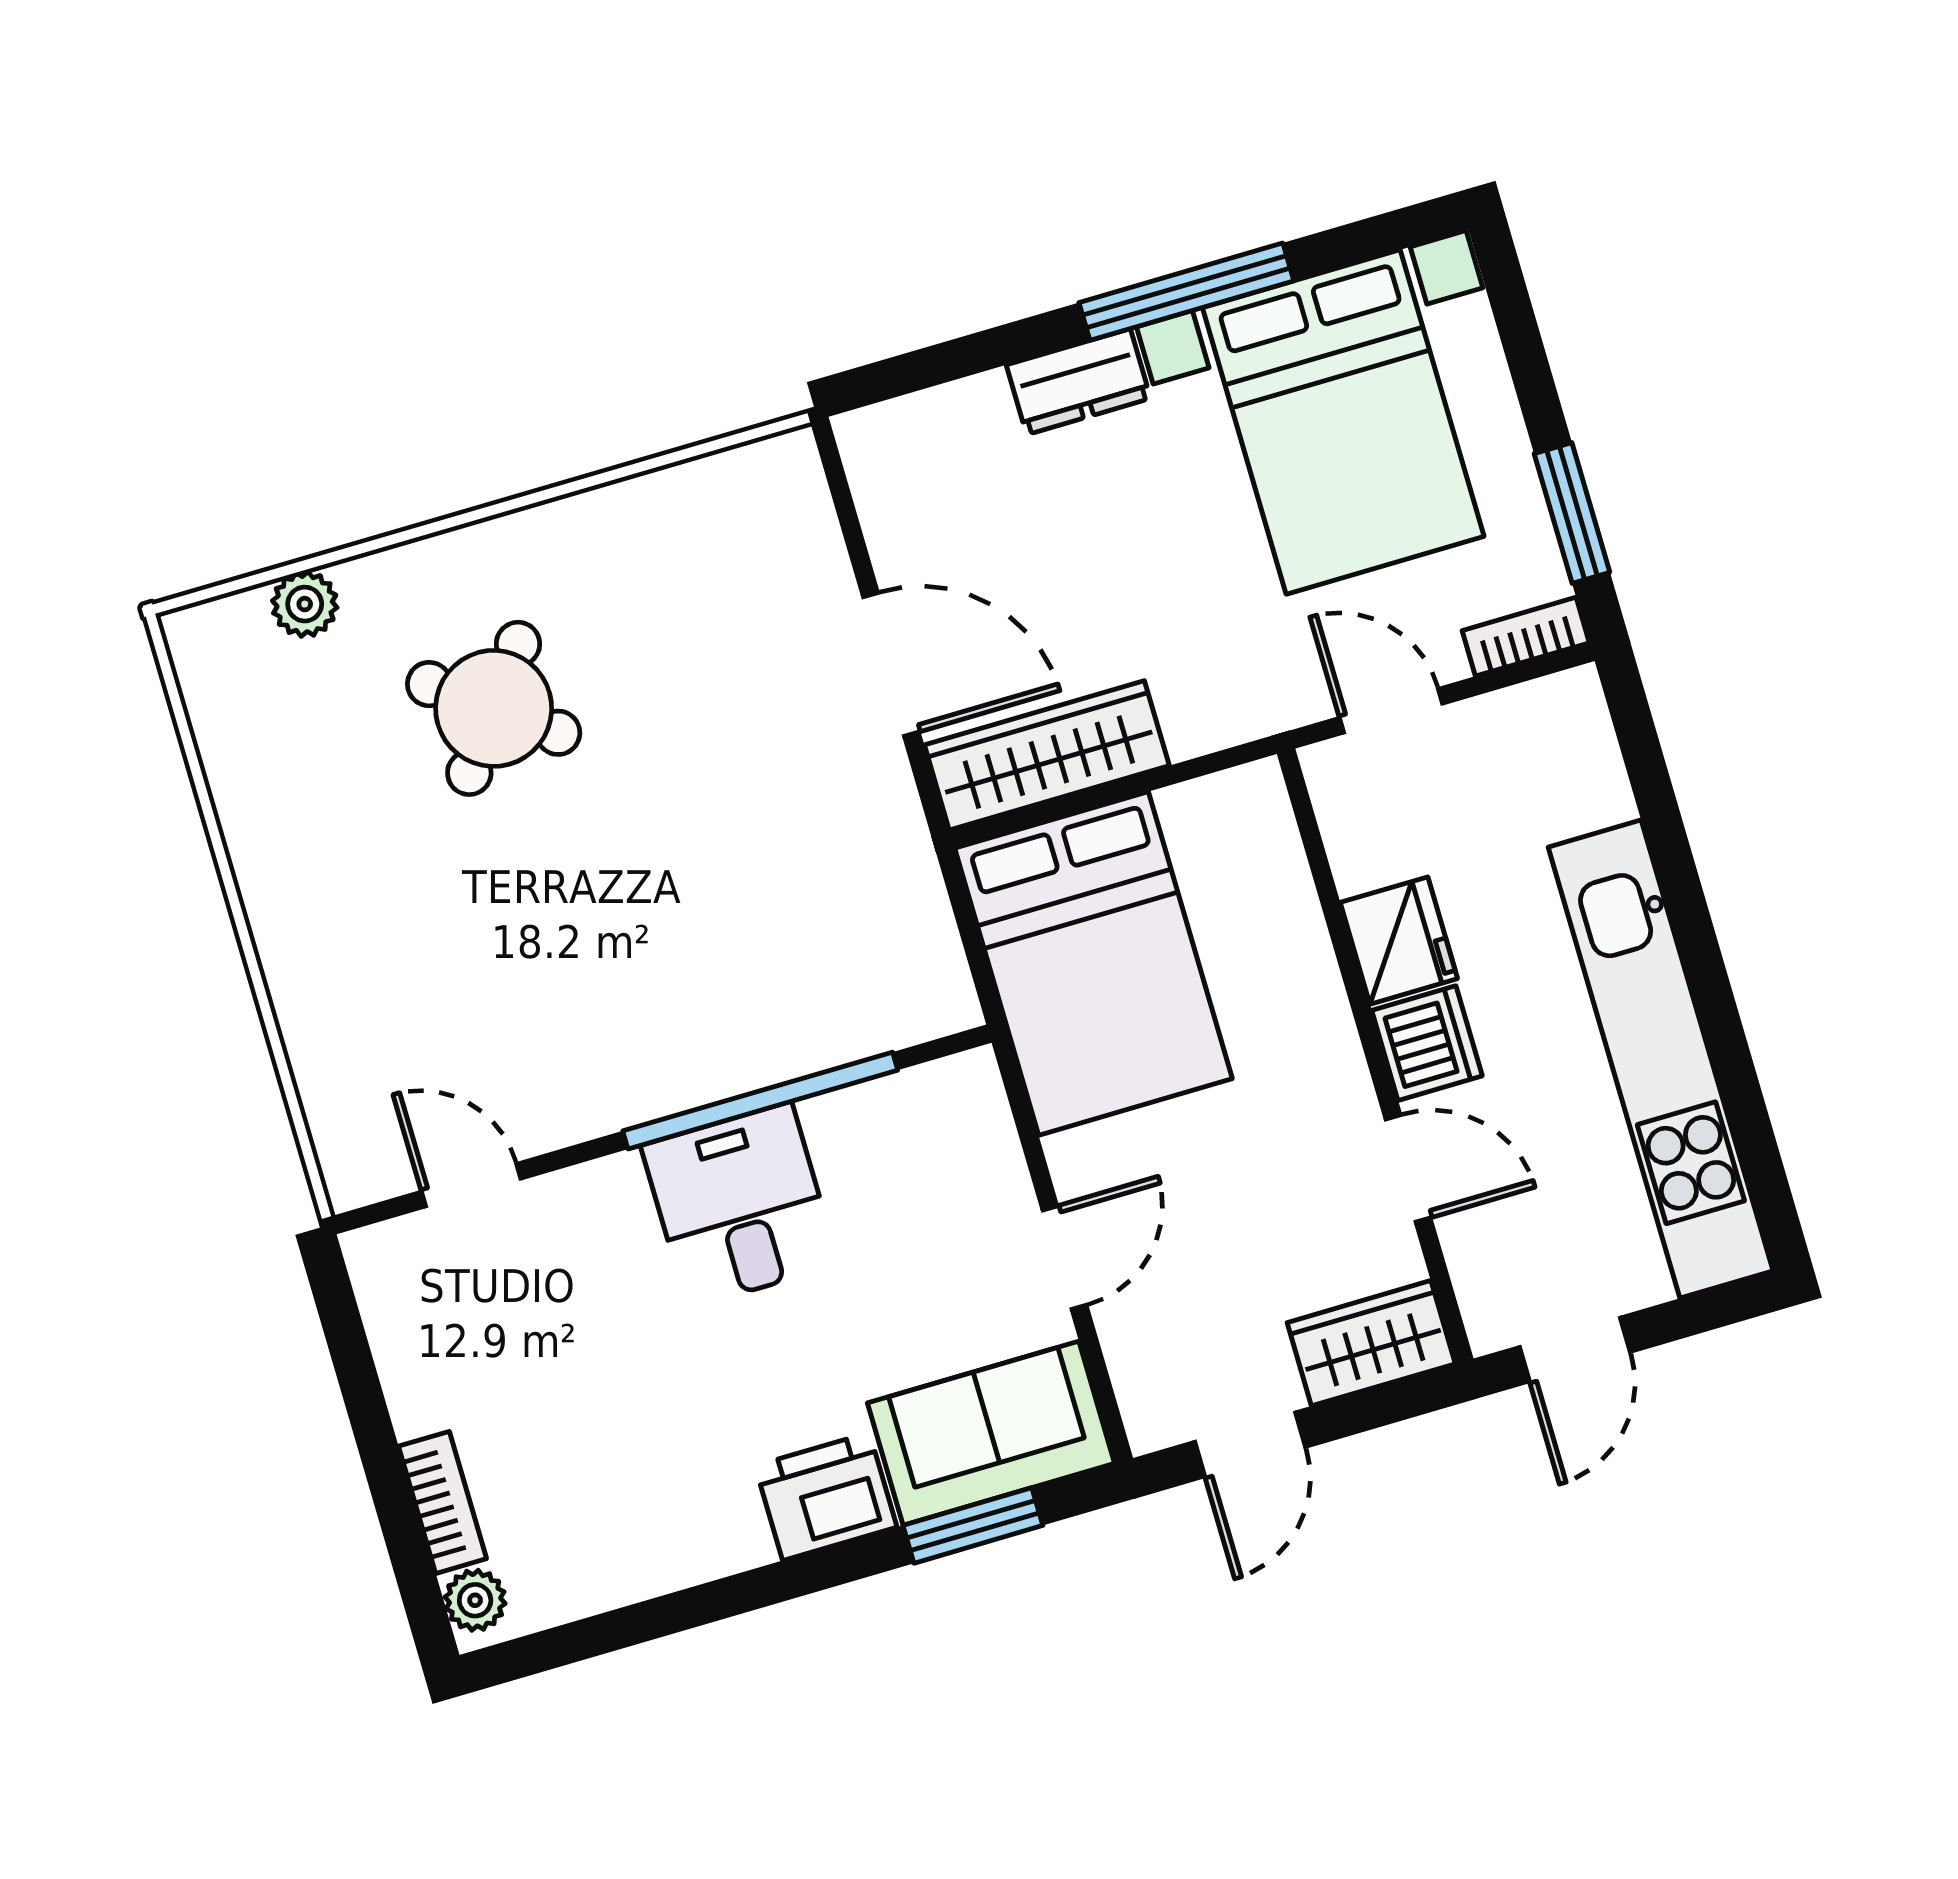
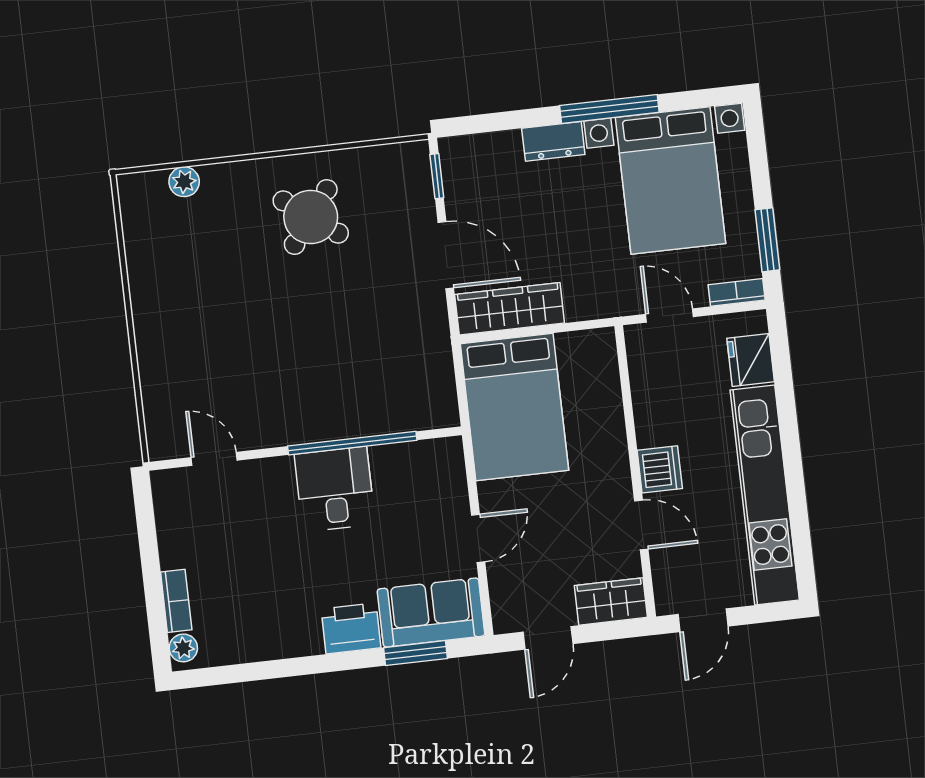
window: (843, 499) -> (437, 176), added
round table: (494, 708) -> (311, 217), moved
fridge: (1399, 941) -> (751, 360), moved, turned 180

